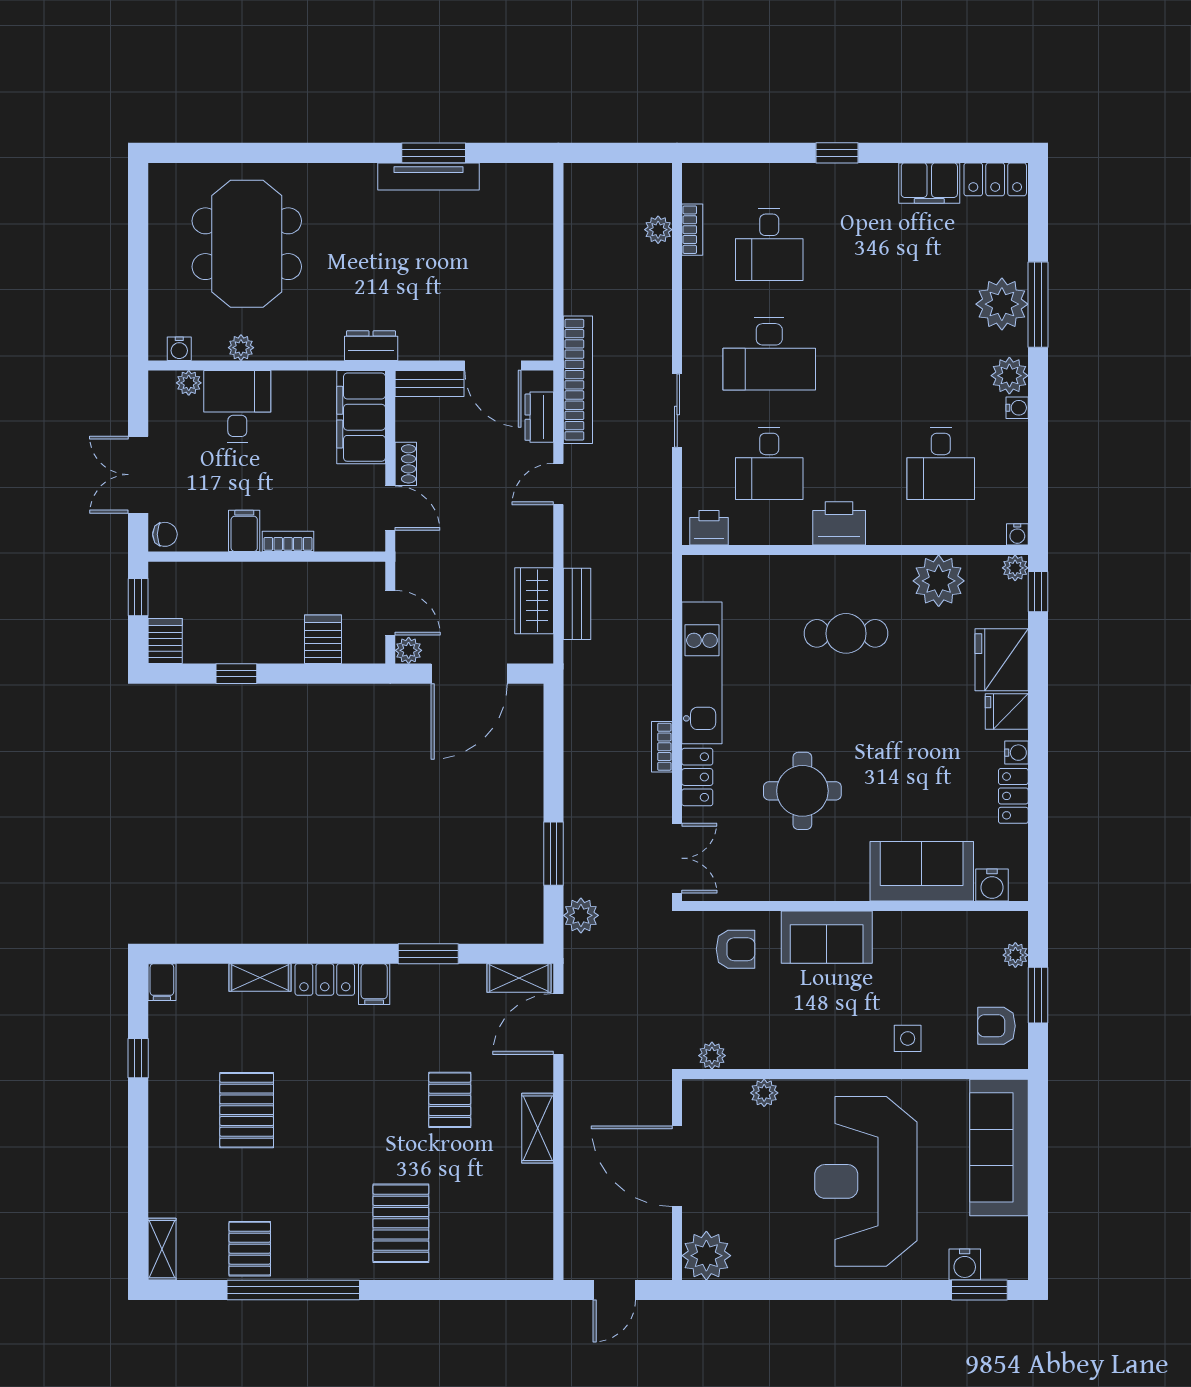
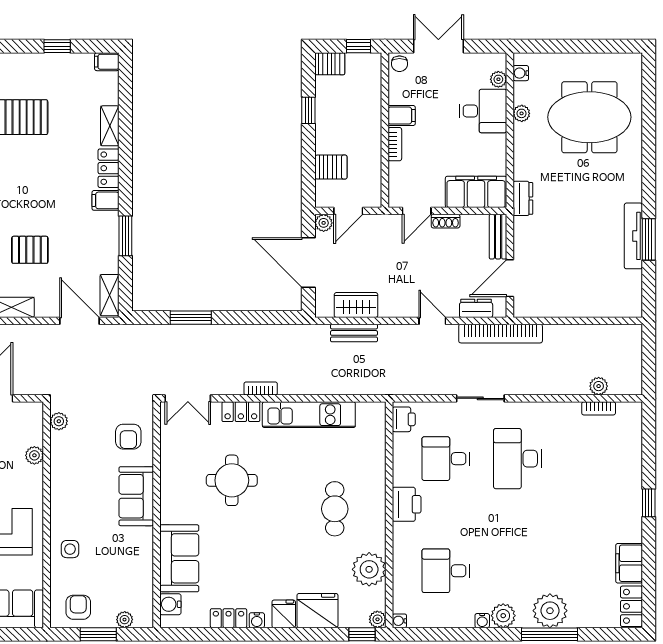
desk: (769, 244) -> (589, 459), removed
plant: (581, 915) -> (150, 336), removed

